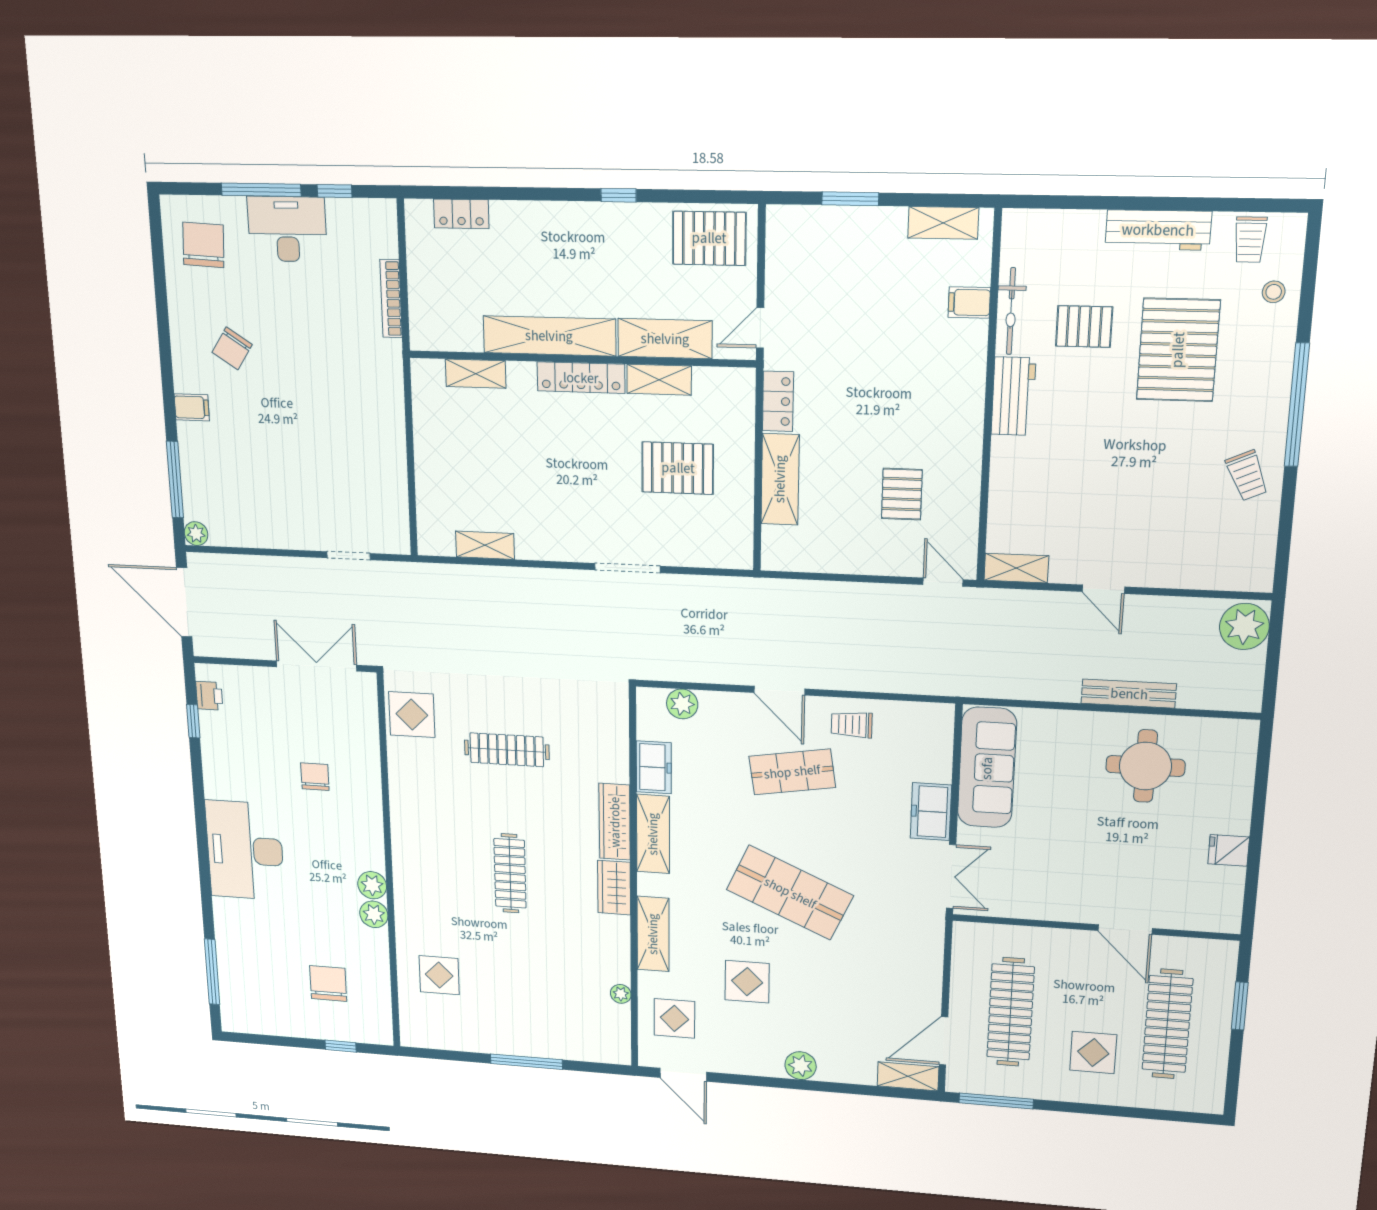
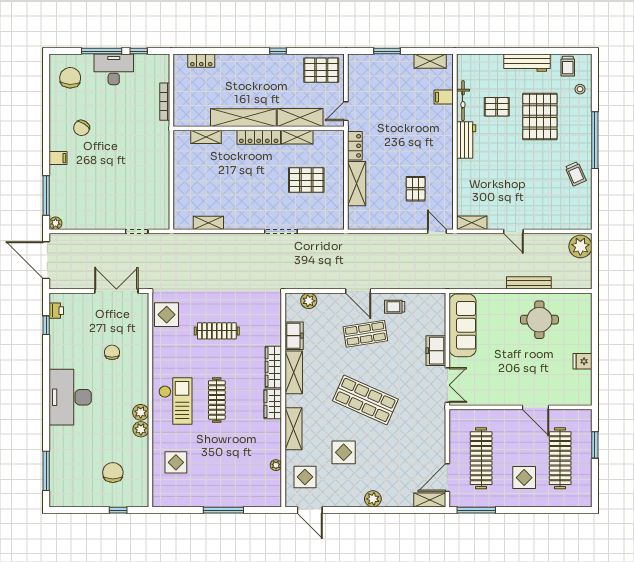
checkout: (434, 870) -> (175, 401), added

